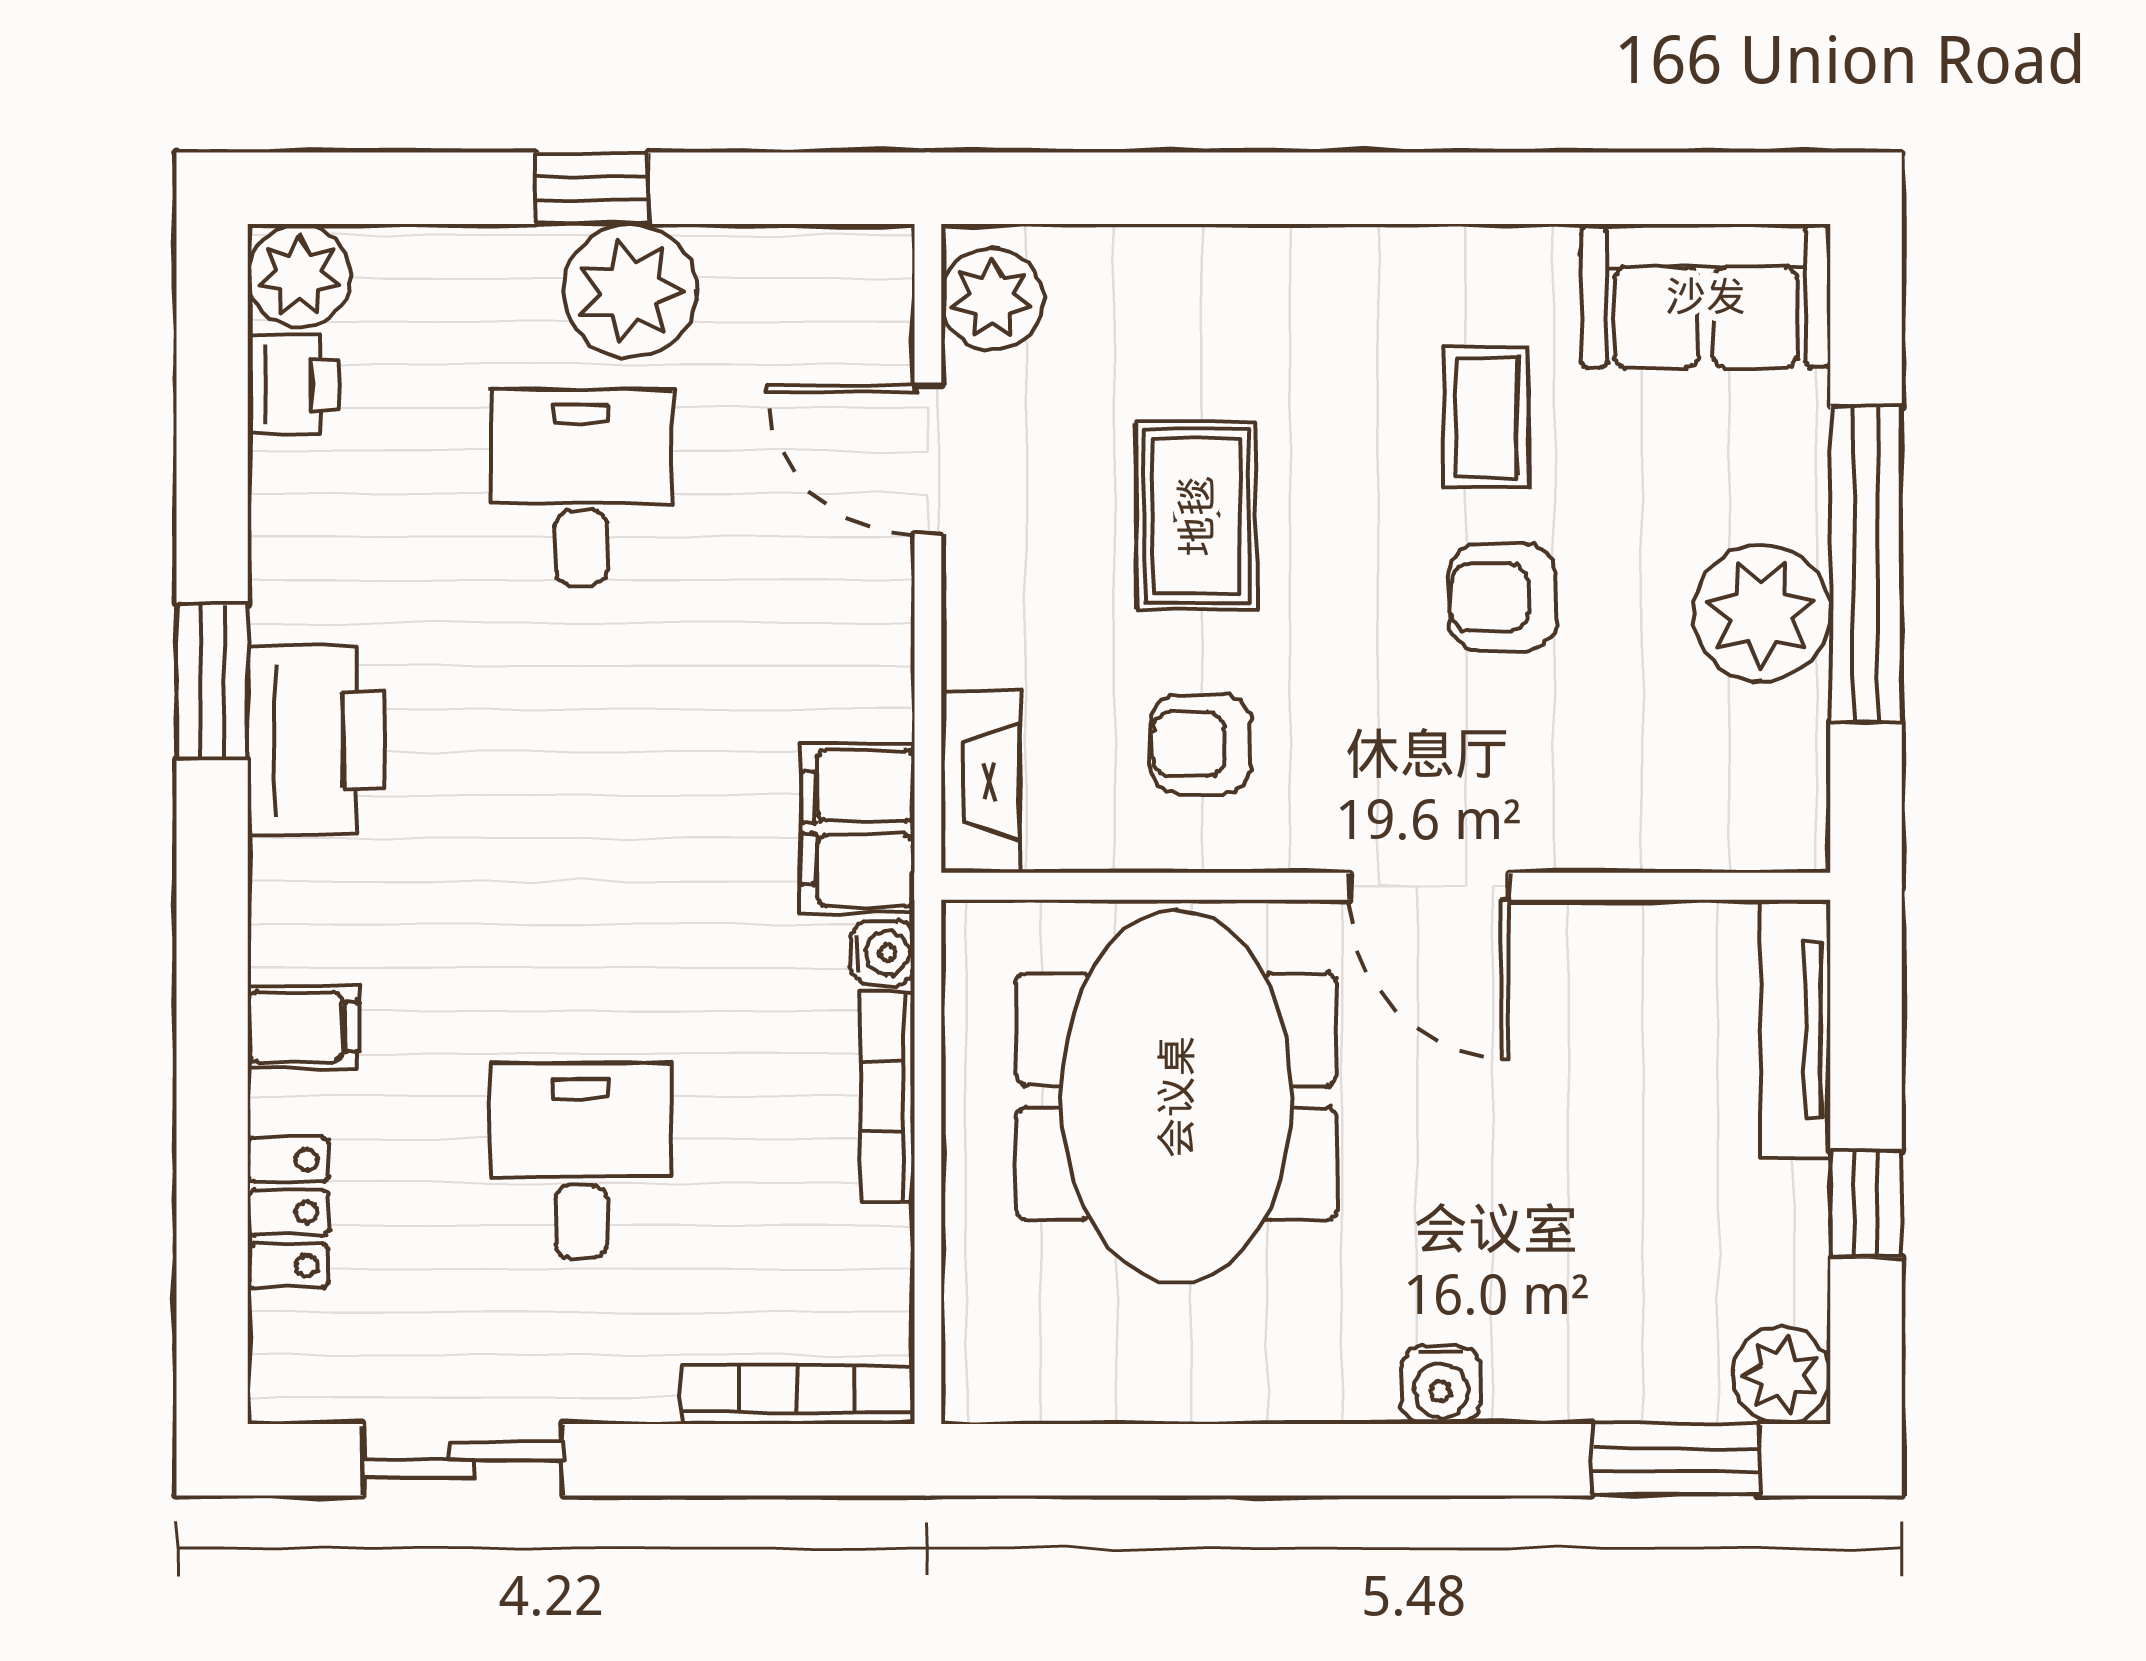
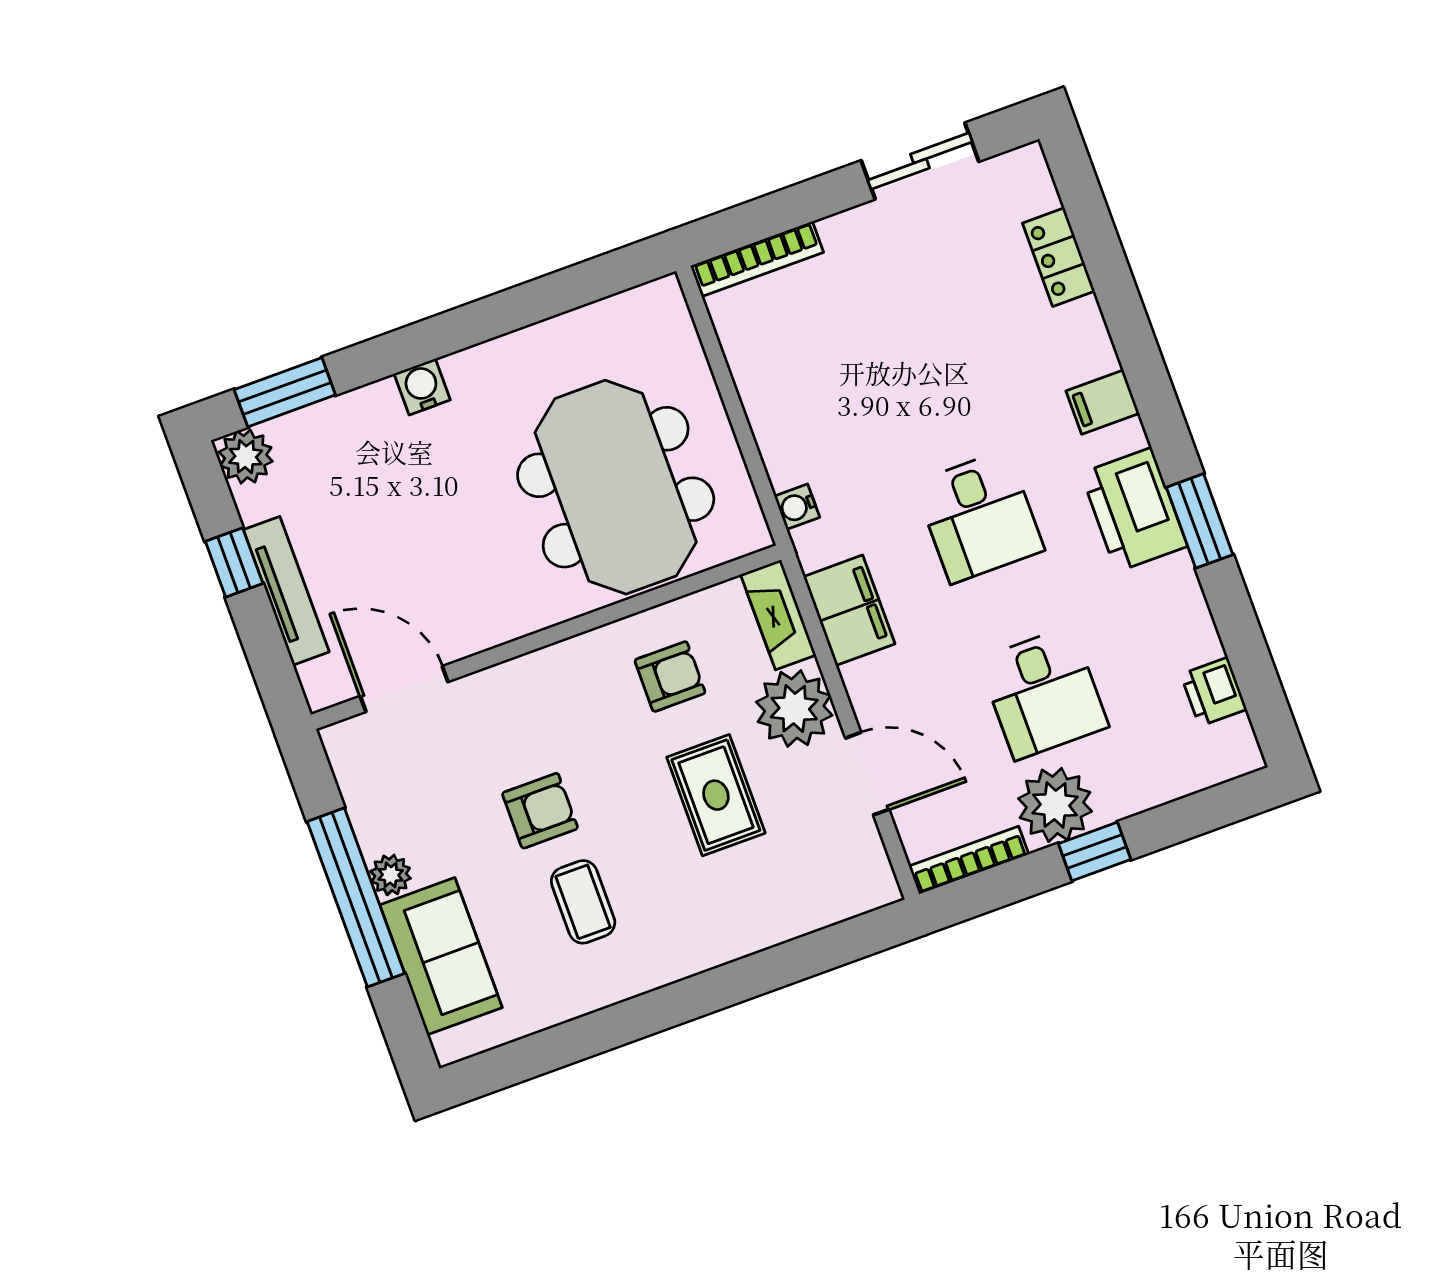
plant: (299, 276) -> (1231, 750), removed
sofa: (1706, 296) -> (441, 956), moved, turned 90
plant: (992, 299) -> (794, 709), moved, width x1.36, depth x1.36
plant: (1762, 613) -> (391, 875), width x0.53, depth x0.53
filing cabinet: (858, 828) -> (849, 610), moved
door: (1429, 886) -> (404, 689), moved
filing cabinet: (303, 1027) -> (1103, 402), moved
tv unit: (1795, 1029) -> (286, 591), moved
bookcase: (888, 1097) -> (969, 860), moved, turned -90
desk: (581, 1161) -> (979, 516), moved

